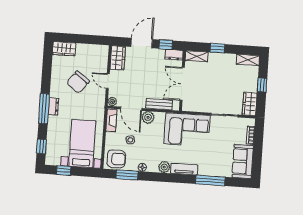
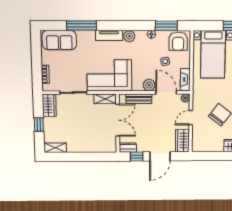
window: (217, 48) -> (86, 157), removed
shelving: (197, 56) -> (105, 99), moved
door: (108, 81) -> (191, 118), swing flipped
armchair: (116, 159) -> (178, 41), turned -90
sofa: (243, 161) -> (59, 40), moved, turned 90

